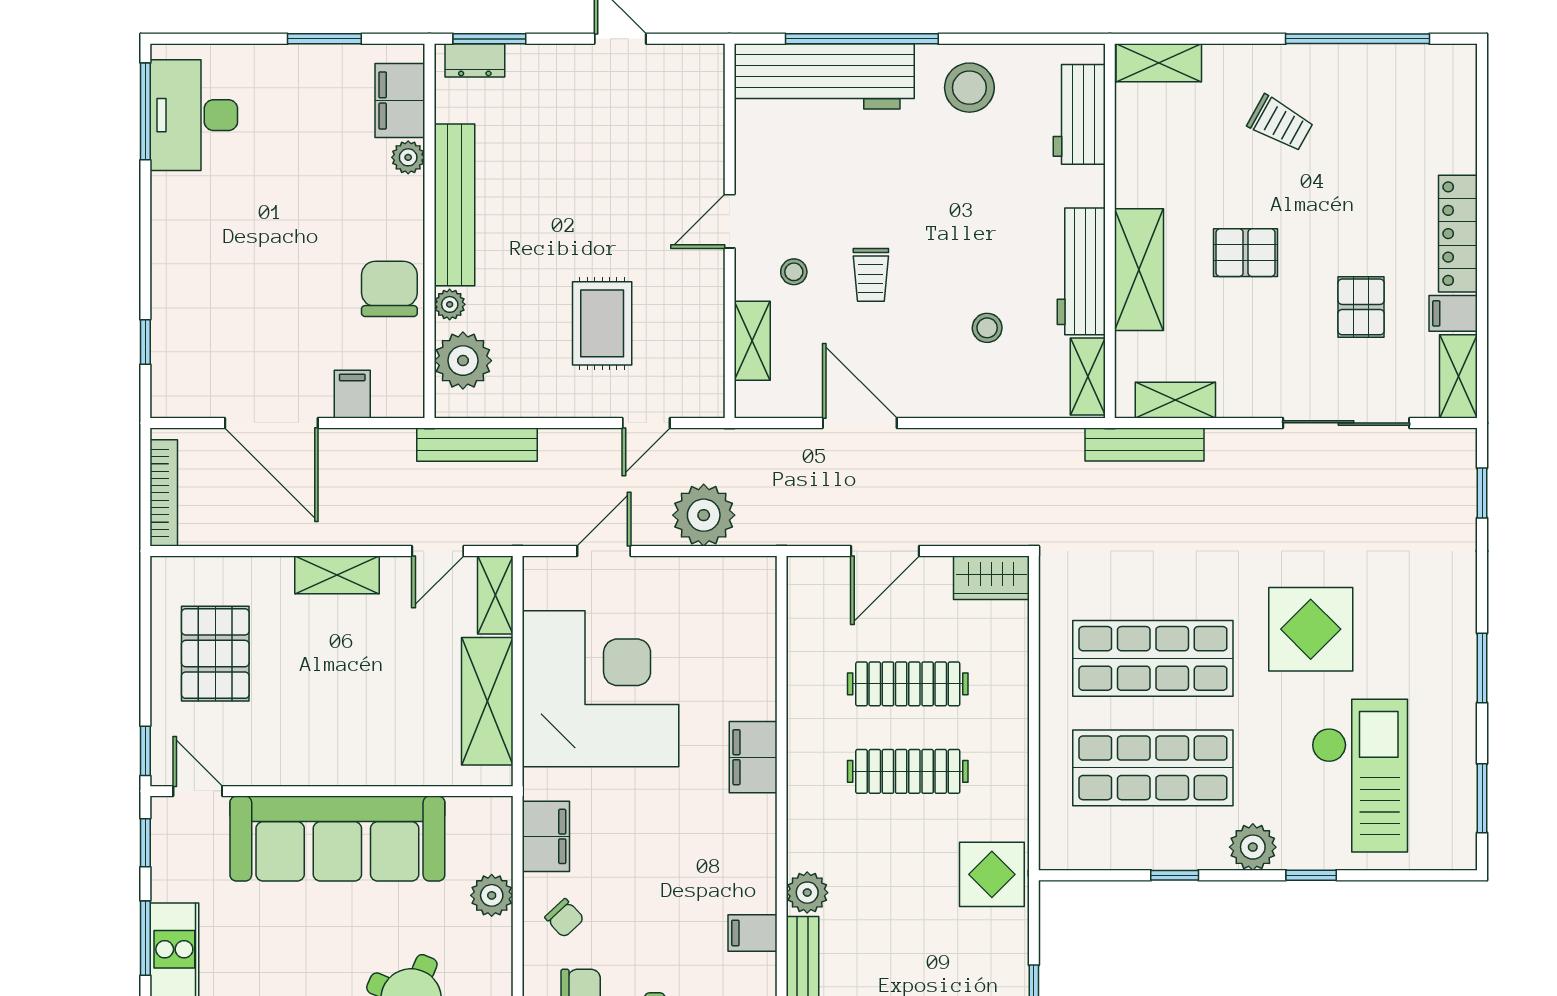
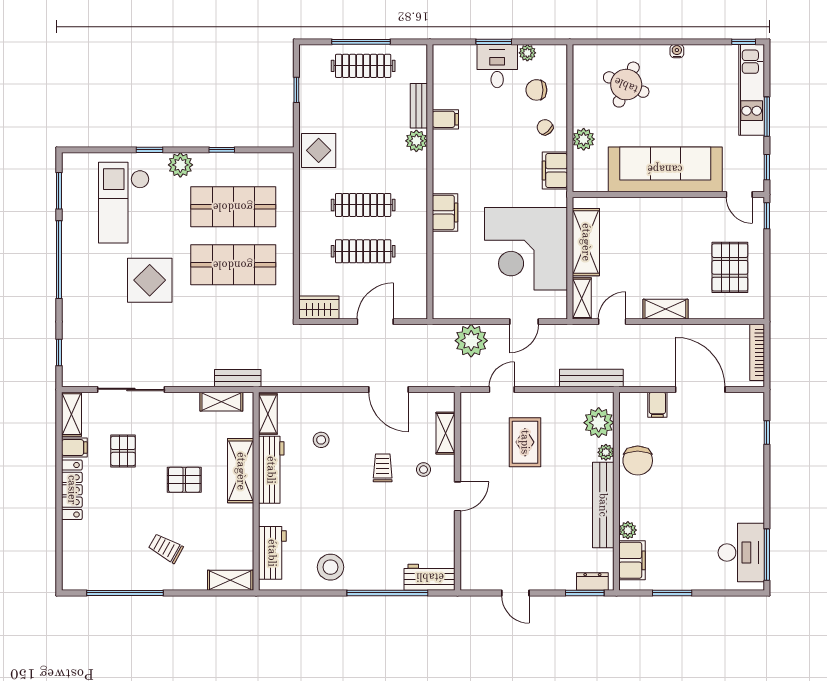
workbench: (824, 76) -> (430, 577), width x0.53, depth x0.76
bench: (1145, 444) -> (238, 378), width x0.73
window: (1482, 668) -> (59, 260), width x2.11

